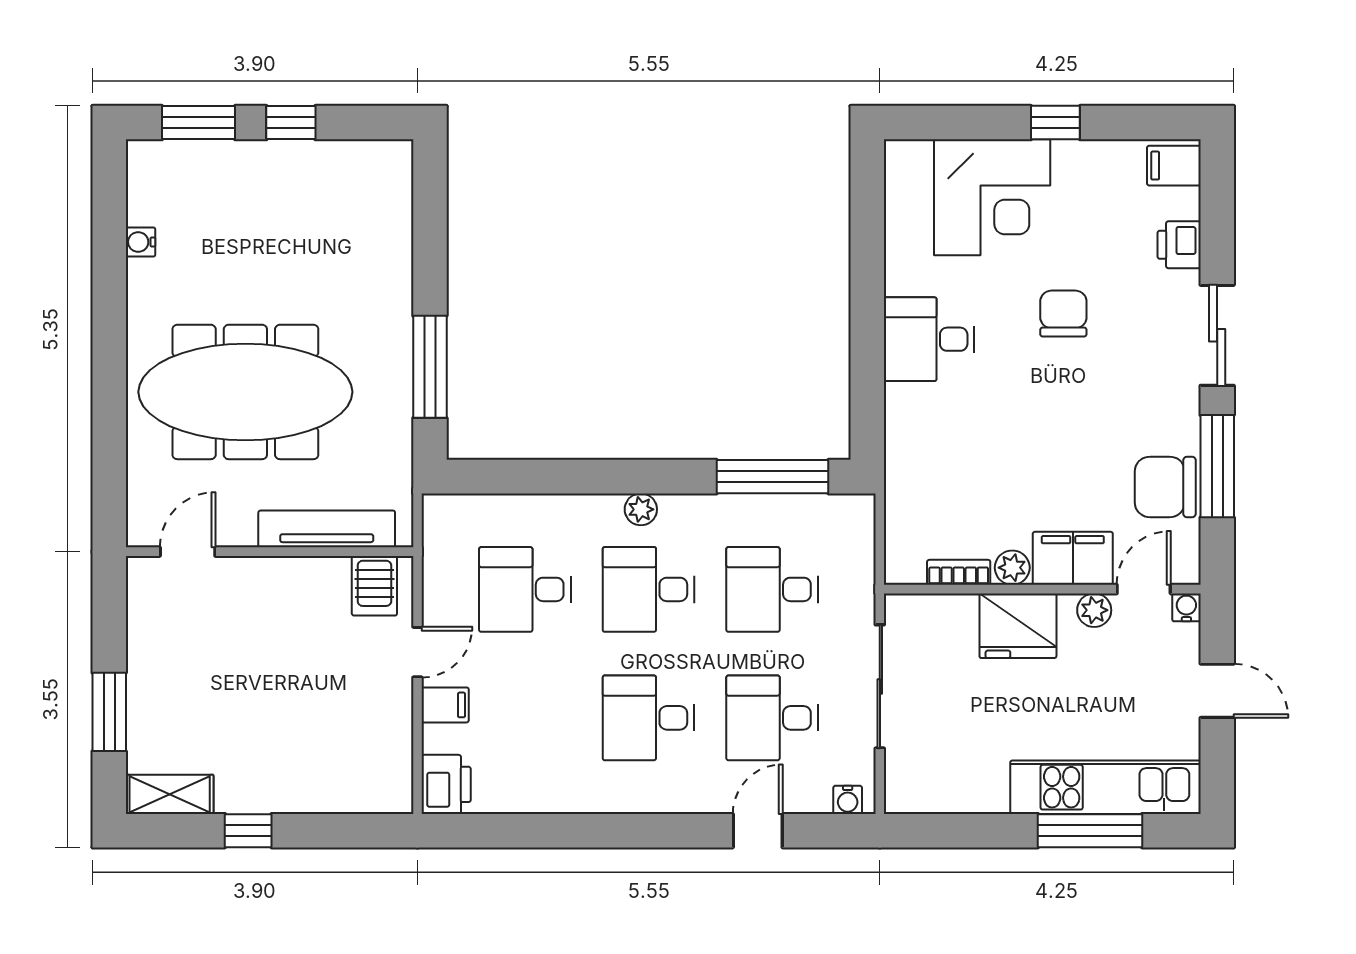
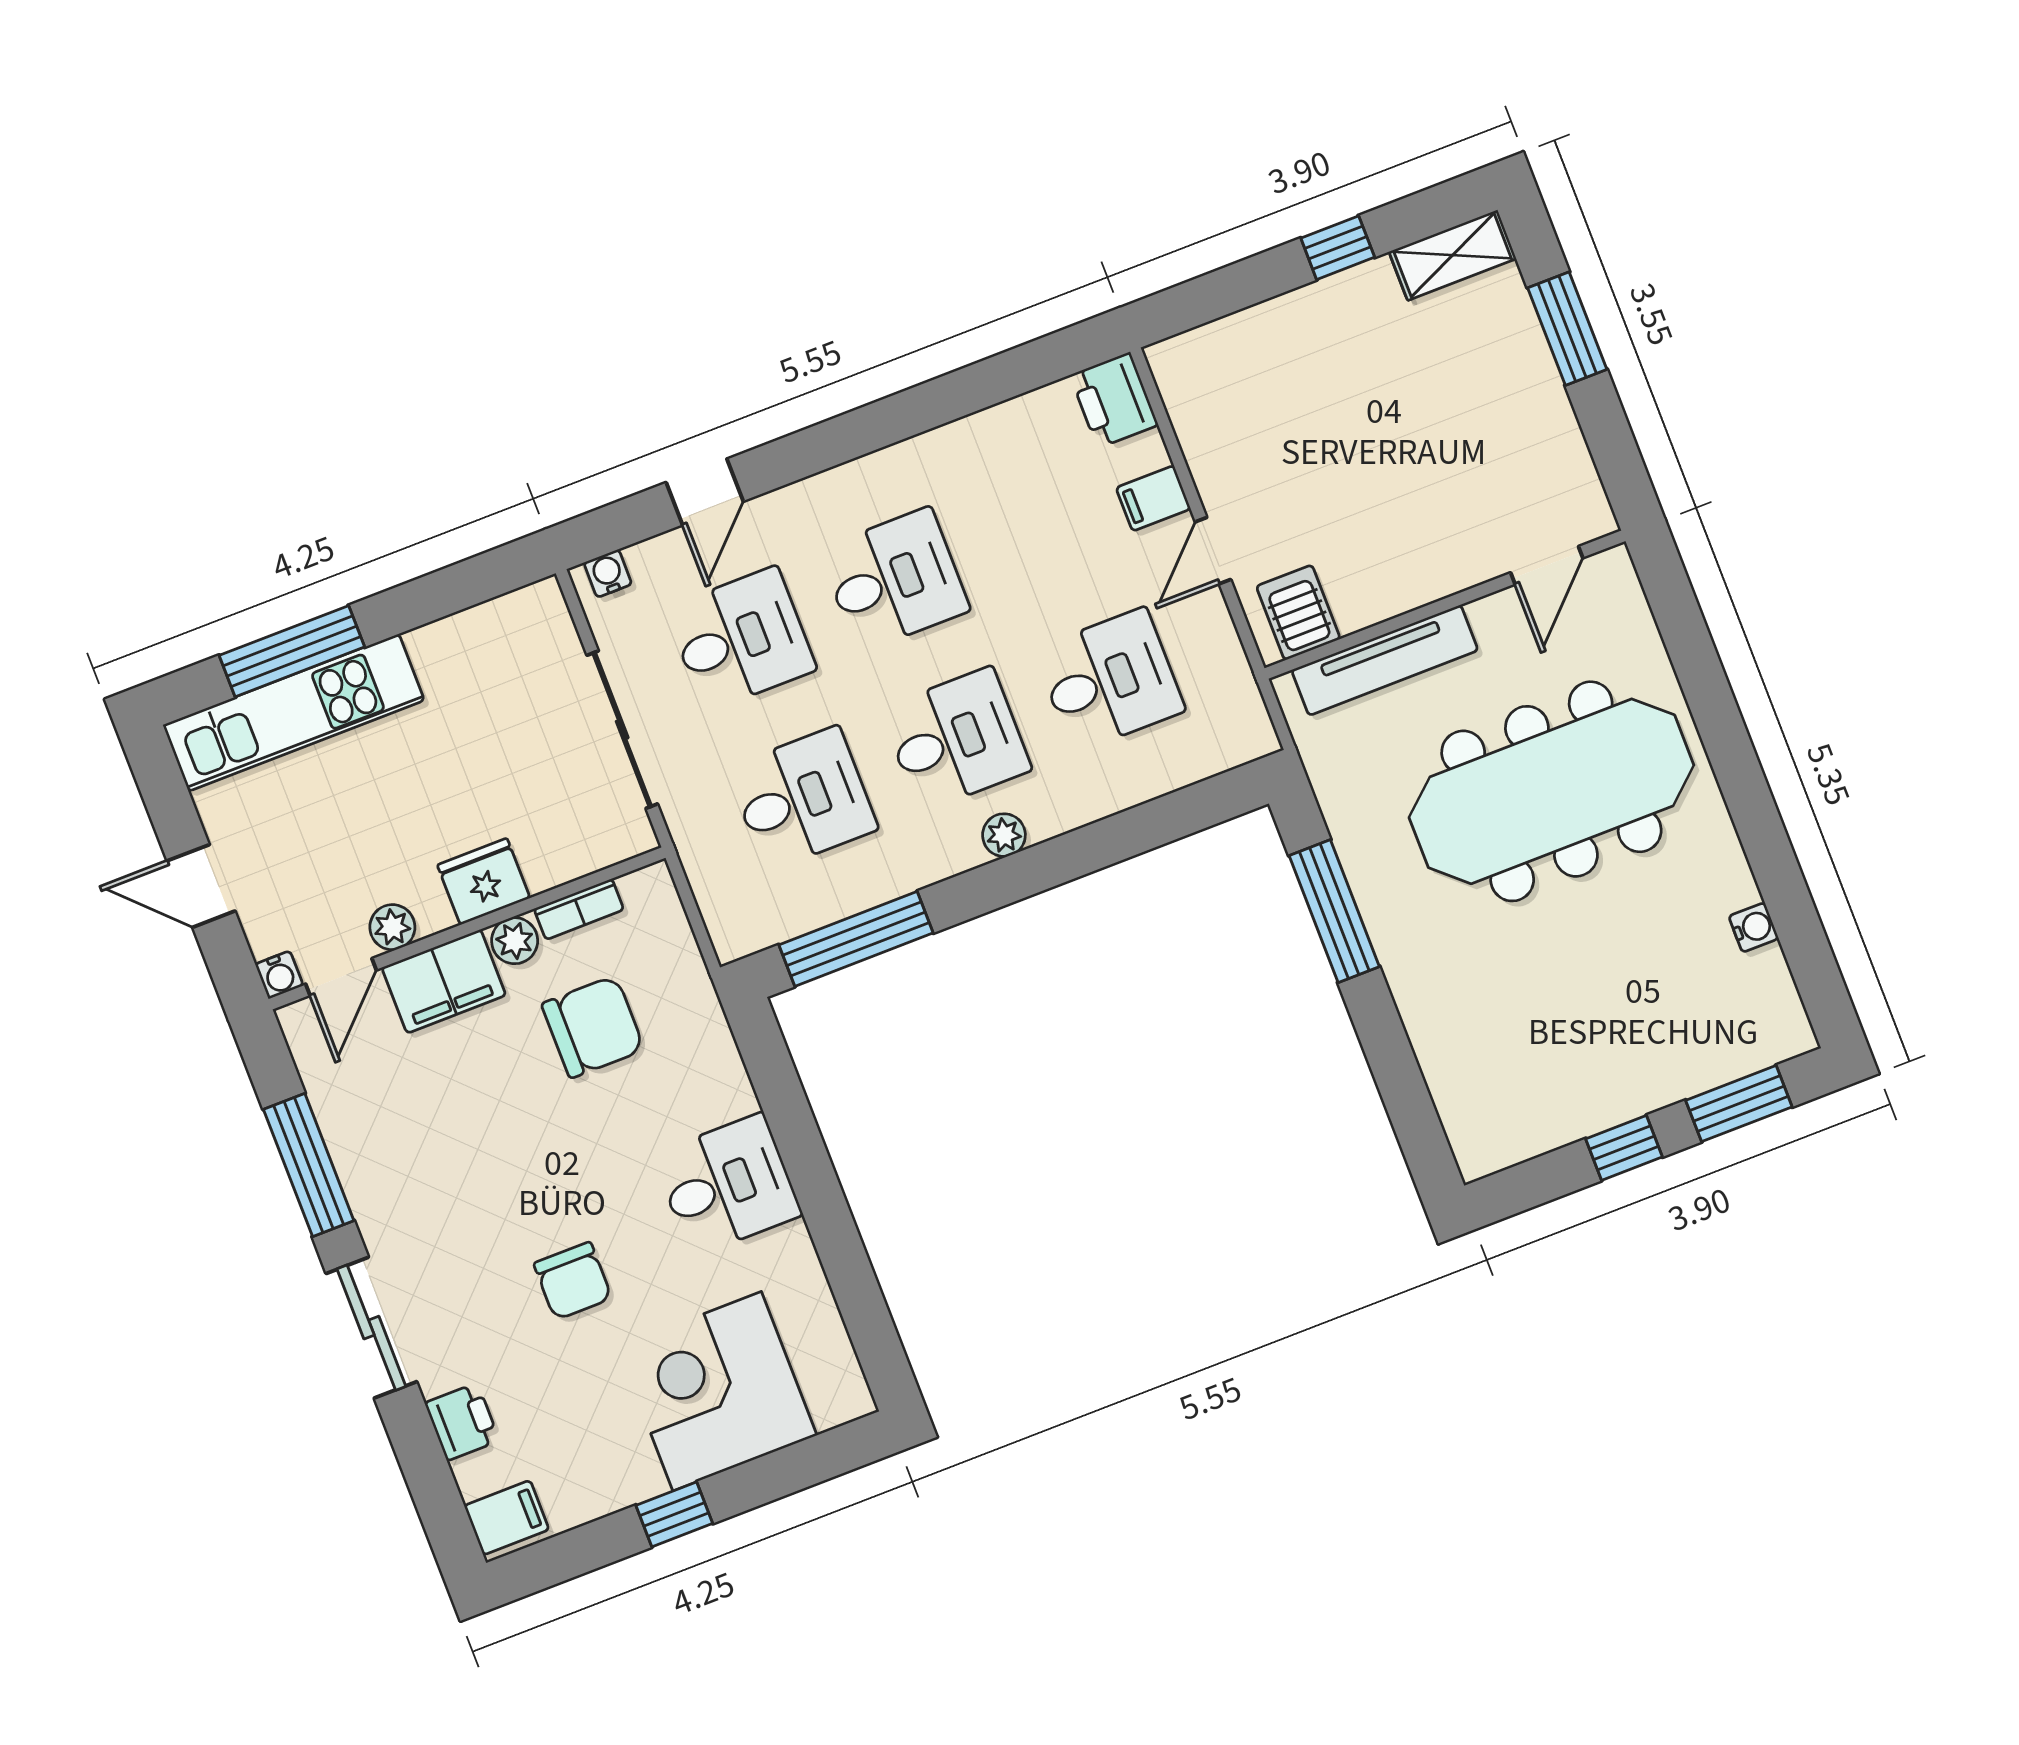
chair: (1165, 487) -> (593, 1027), moved
fridge: (1018, 626) -> (484, 881), width x0.73, depth x0.75

